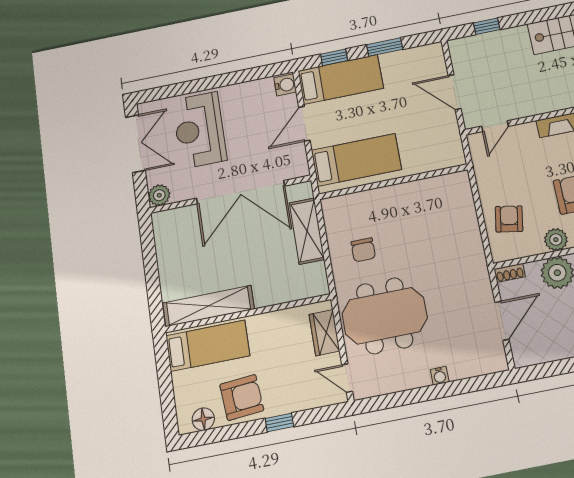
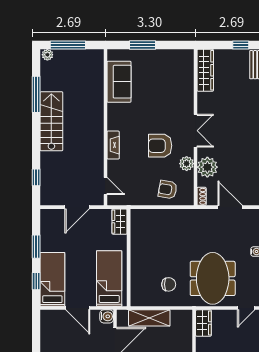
water cooler: (285, 85) -> (107, 316), moved, turned 90
wardrobe: (445, 158) -> (120, 222), added
wardrobe: (324, 333) -> (203, 323), moved, turned -90

